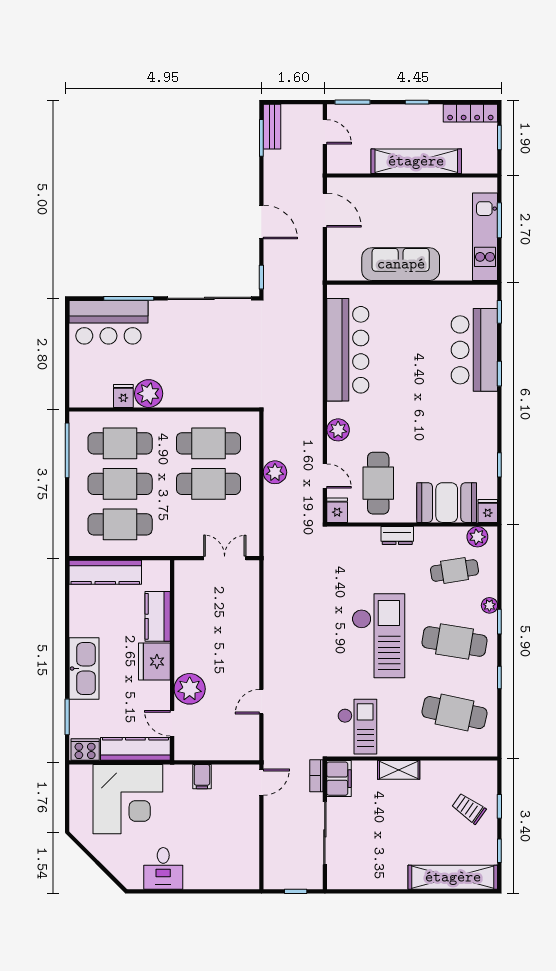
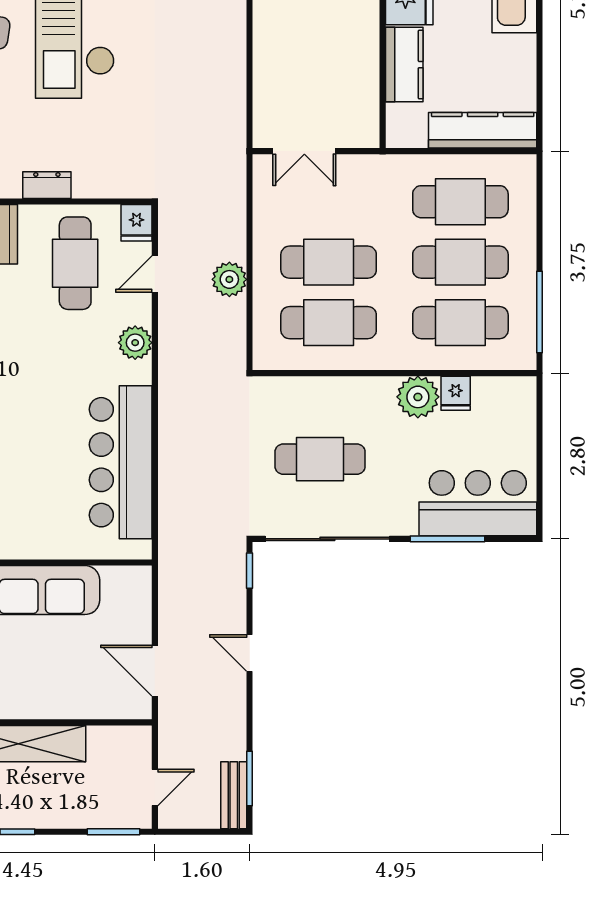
door: (325, 132) -> (155, 787), swing flipped
door: (261, 222) -> (250, 653), width x0.73
cafe table: (214, 352) -> (320, 459), added
door: (325, 476) -> (155, 274), hinge flipped

